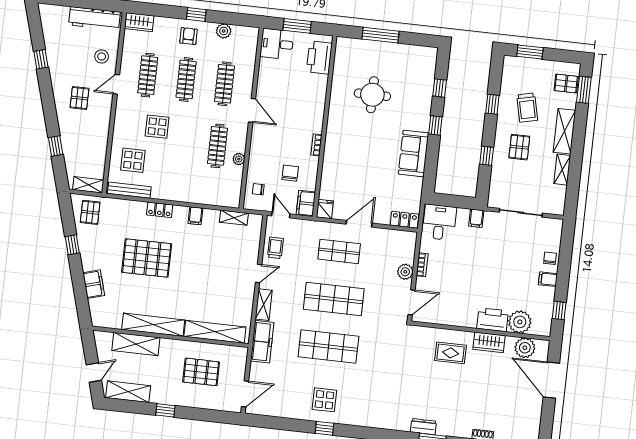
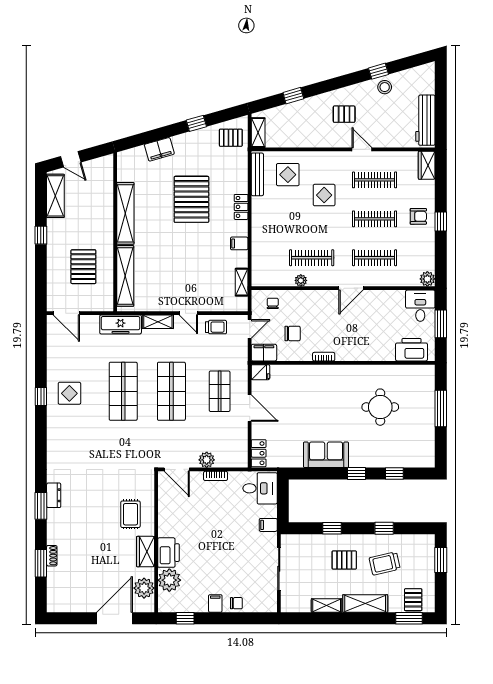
plant: (224, 31) -> (427, 279), moved
stool: (102, 56) -> (385, 87), moved
shelving: (136, 344) -> (104, 198), removed

